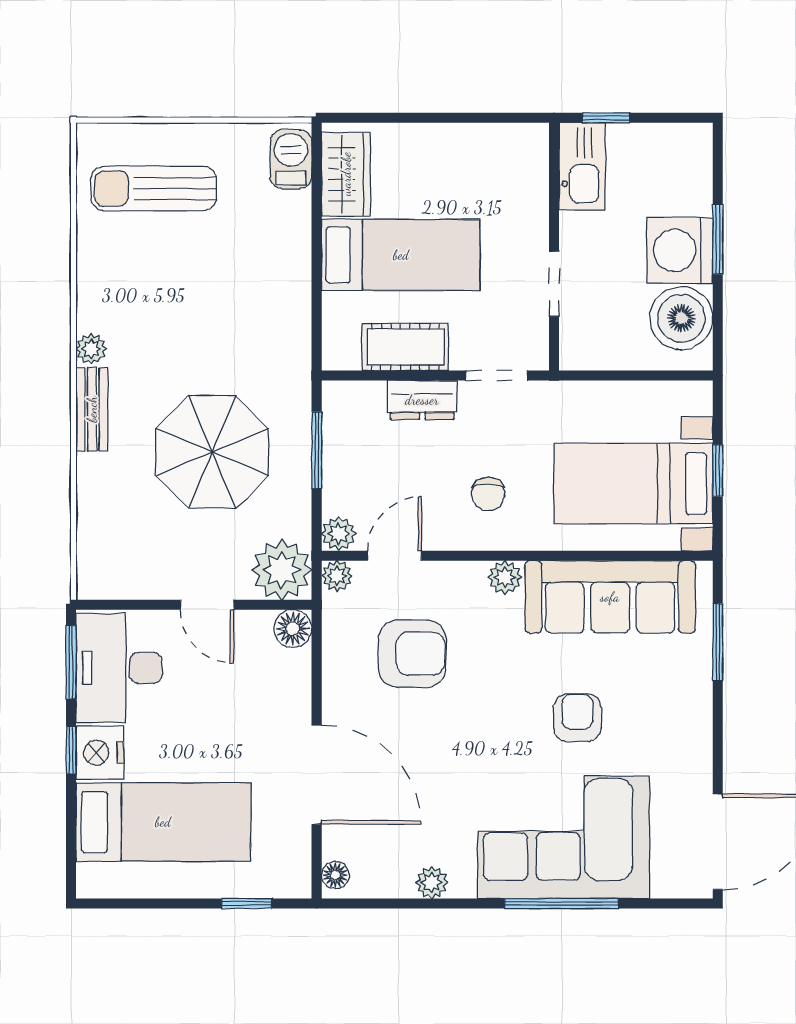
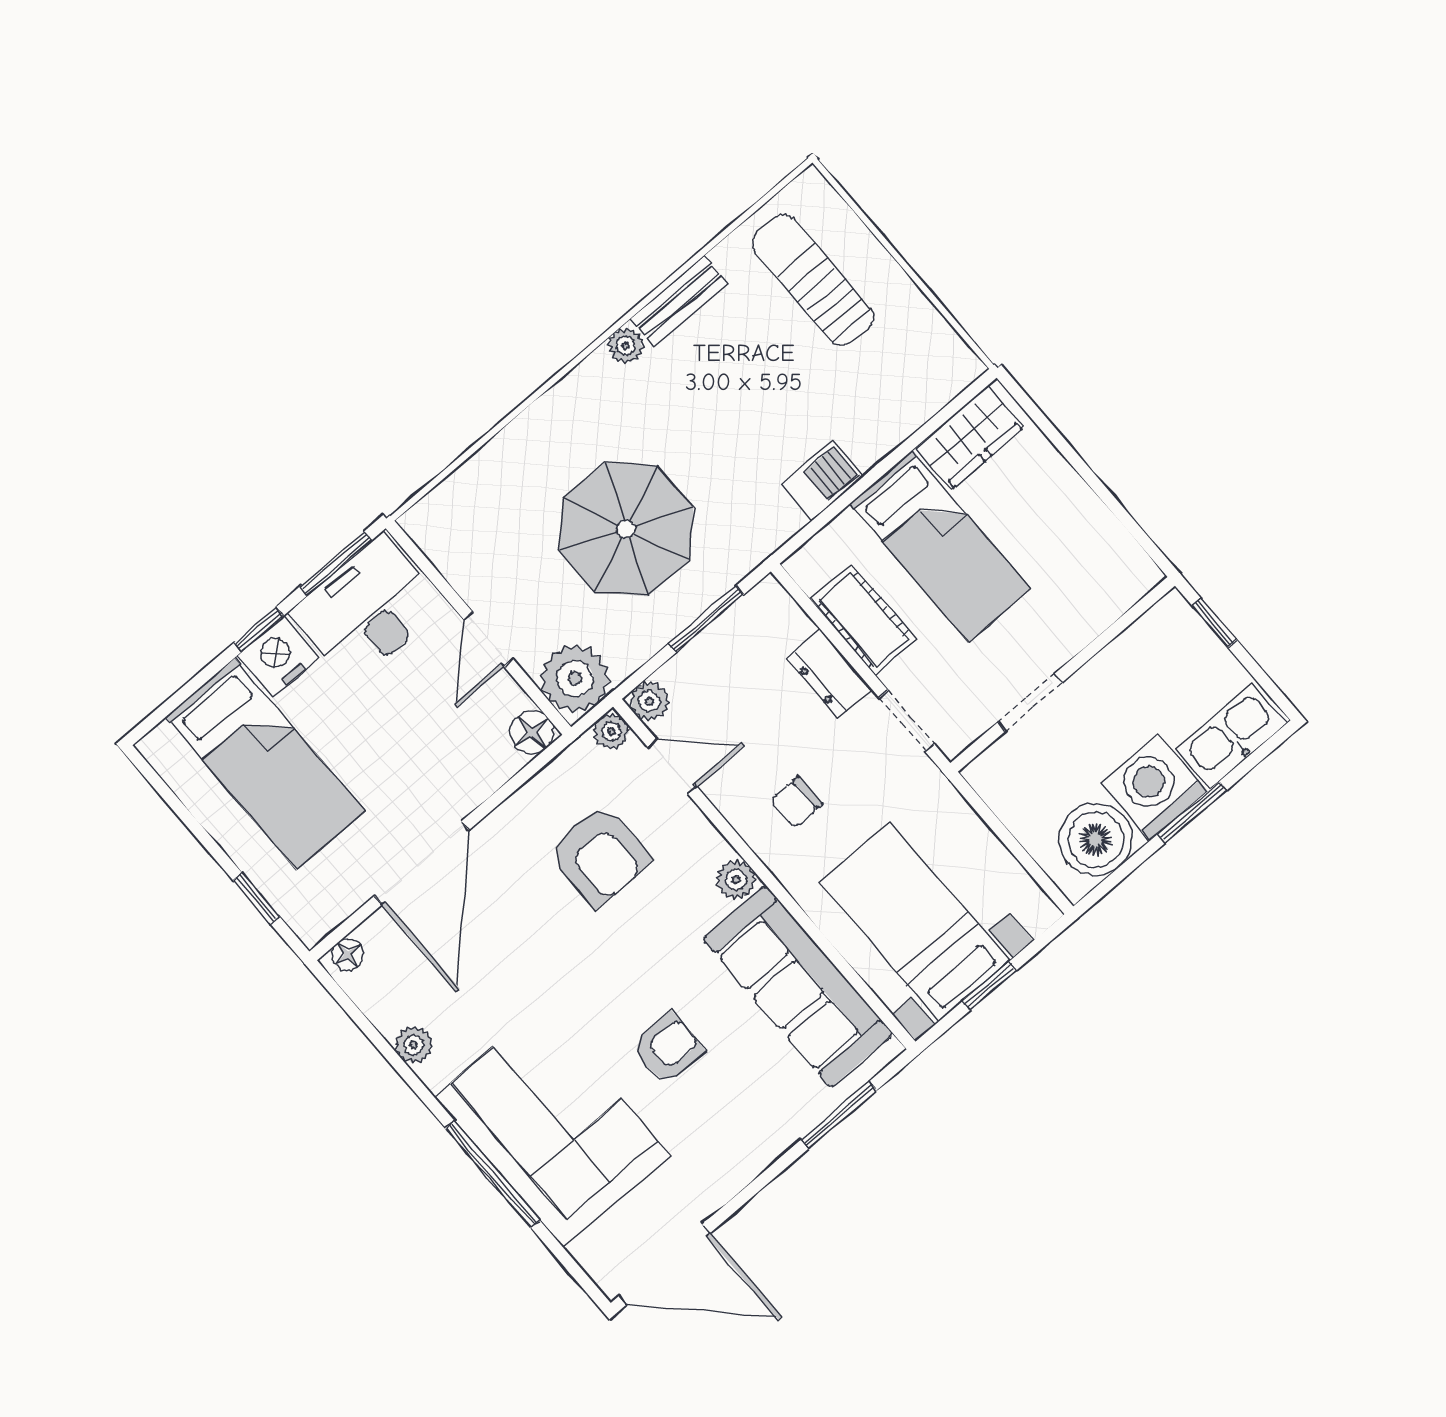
barbecue: (291, 159) -> (823, 480), moved
kitchen sink: (582, 166) -> (1231, 736), moved, turned 180
bench: (92, 409) -> (679, 301), moved

